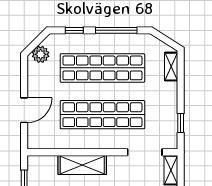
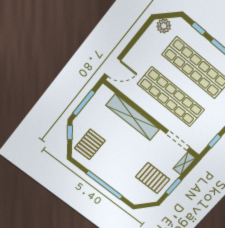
door: (24, 110) -> (113, 67), moved
shelving: (82, 165) -> (133, 117), width x1.47

